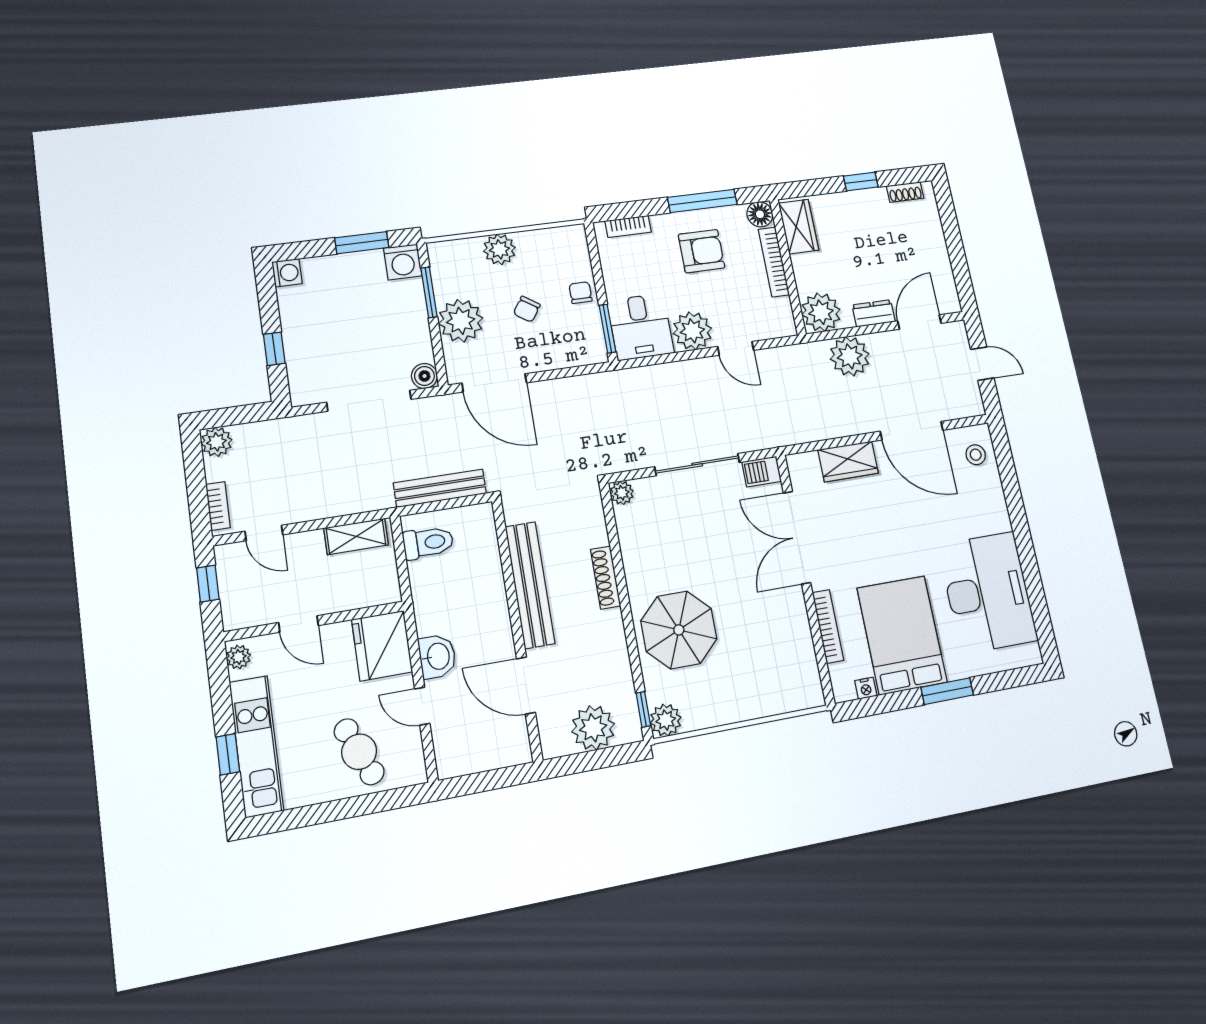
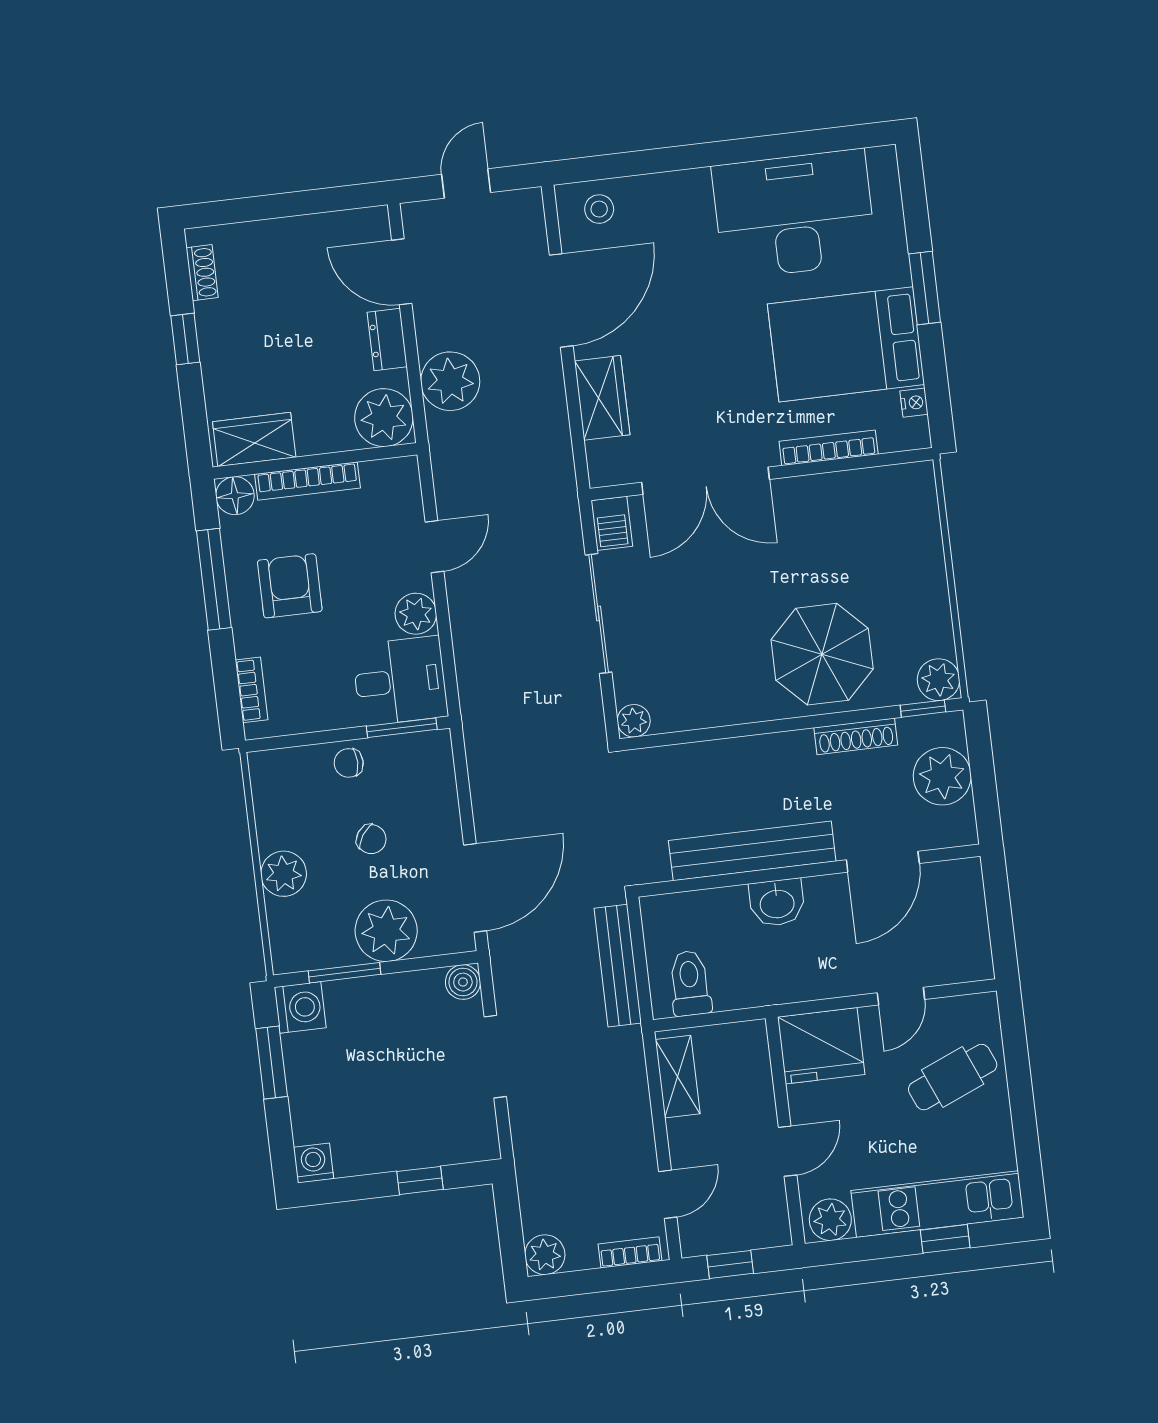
plant: (692, 331) -> (416, 614), width x0.73, depth x0.73
doorway: (369, 401) -> (495, 1057), width x0.73
shoe rack: (606, 578) -> (856, 736), moved
washbasin: (437, 656) -> (777, 903), moved, turned 180
plant: (238, 657) -> (830, 1220), width x1.38, depth x1.38

